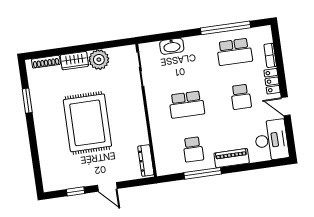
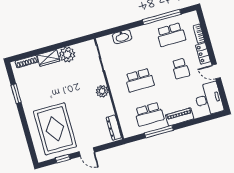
plant: (137, 112) -> (102, 91), added
rug: (87, 123) -> (55, 129), moved
school desk: (193, 149) -> (149, 114), width x1.85

